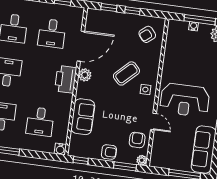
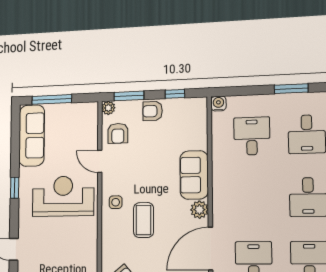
coffee table: (126, 73) -> (144, 220), turned -46
printer: (66, 79) -> (225, 200), removed
sofa: (83, 117) -> (194, 175), moved
window: (81, 160) -> (175, 94), moved

